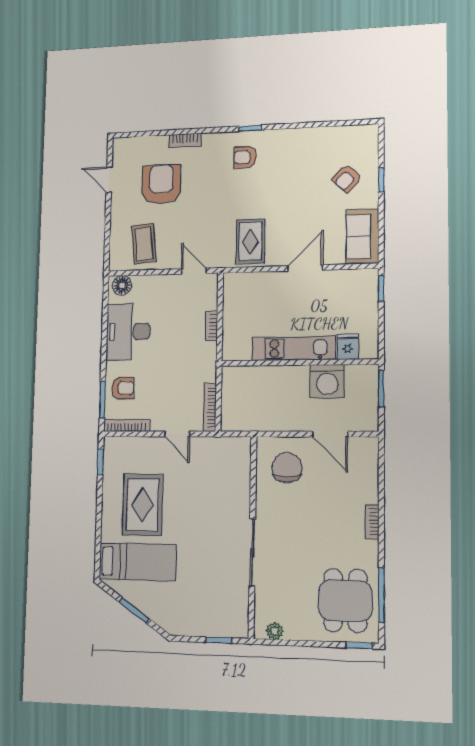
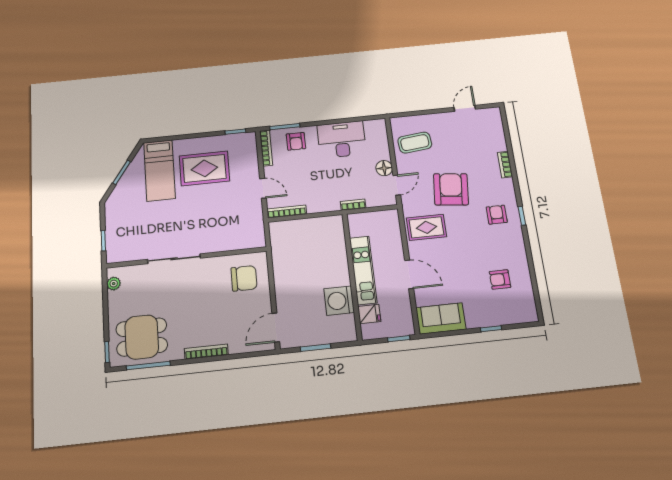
armchair: (347, 178) -> (500, 279), moved, turned -43
armchair: (161, 184) -> (451, 189), moved, turned -84
floor lamp: (122, 285) -> (384, 168), moved
fridge: (348, 347) -> (369, 314), moved
kitchen unit: (293, 348) -> (363, 270), moved
wall: (299, 363) -> (352, 276), moved
washing machine: (327, 381) -> (339, 301), moved
door: (177, 434) -> (263, 188), swing flipped
door: (330, 434) -> (276, 328), moved
bookcase: (372, 522) -> (206, 352), width x1.56

